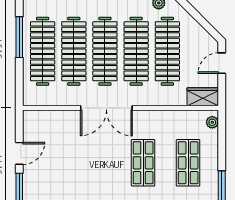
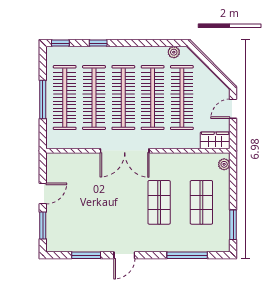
window: (19, 37) -> (43, 100), moved

